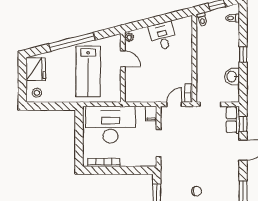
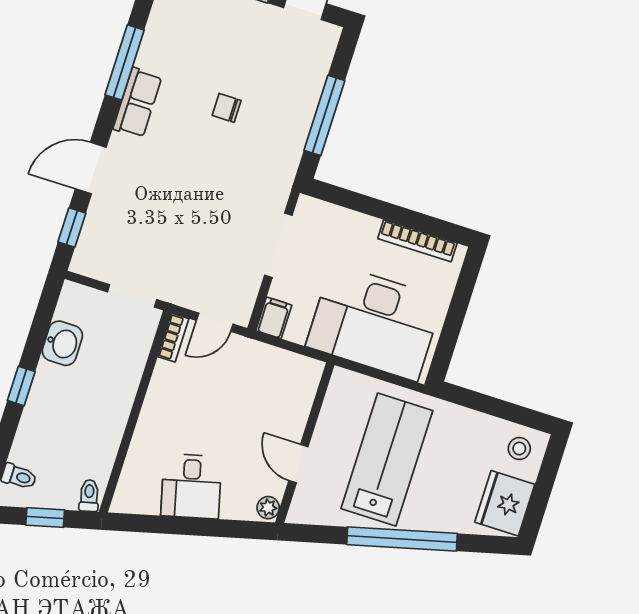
row of seats: (233, 120) -> (137, 103), moved

